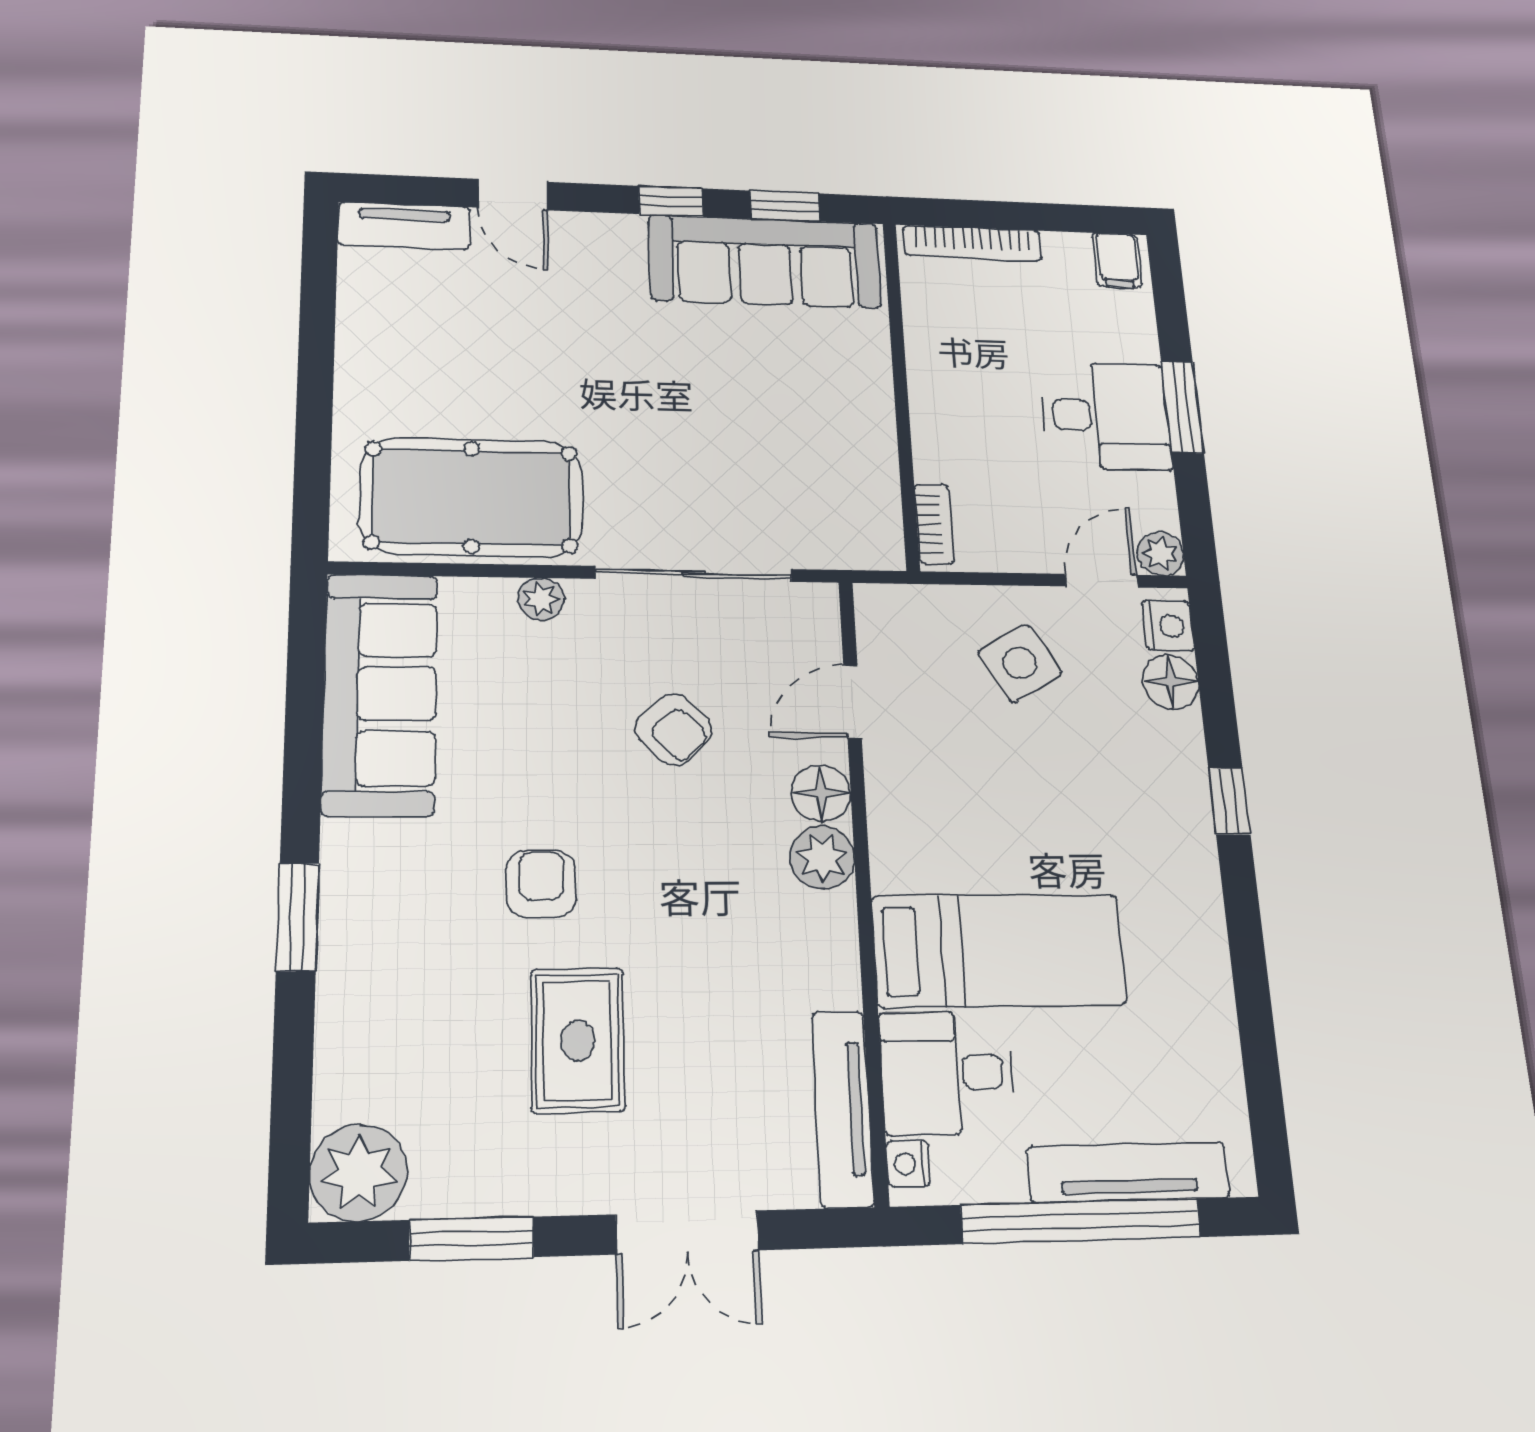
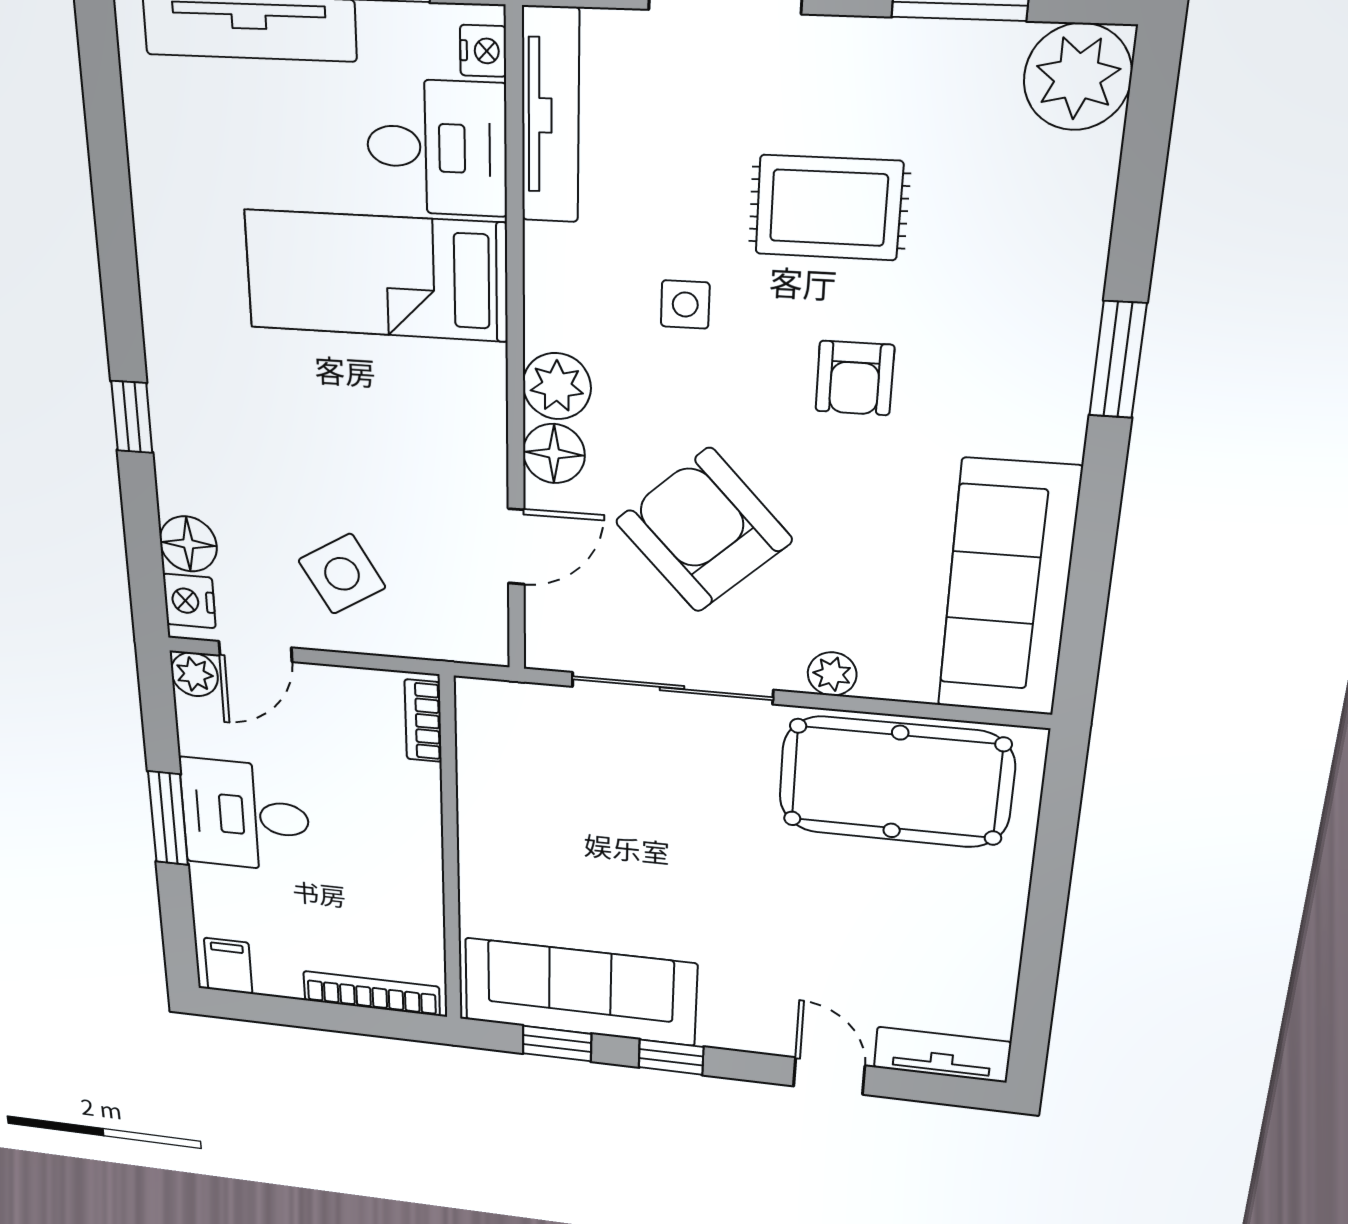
armchair: (674, 729) -> (704, 531), width x1.88, depth x1.88
side table: (705, 942) -> (685, 304), added
rug: (578, 1040) -> (829, 208), turned 90

